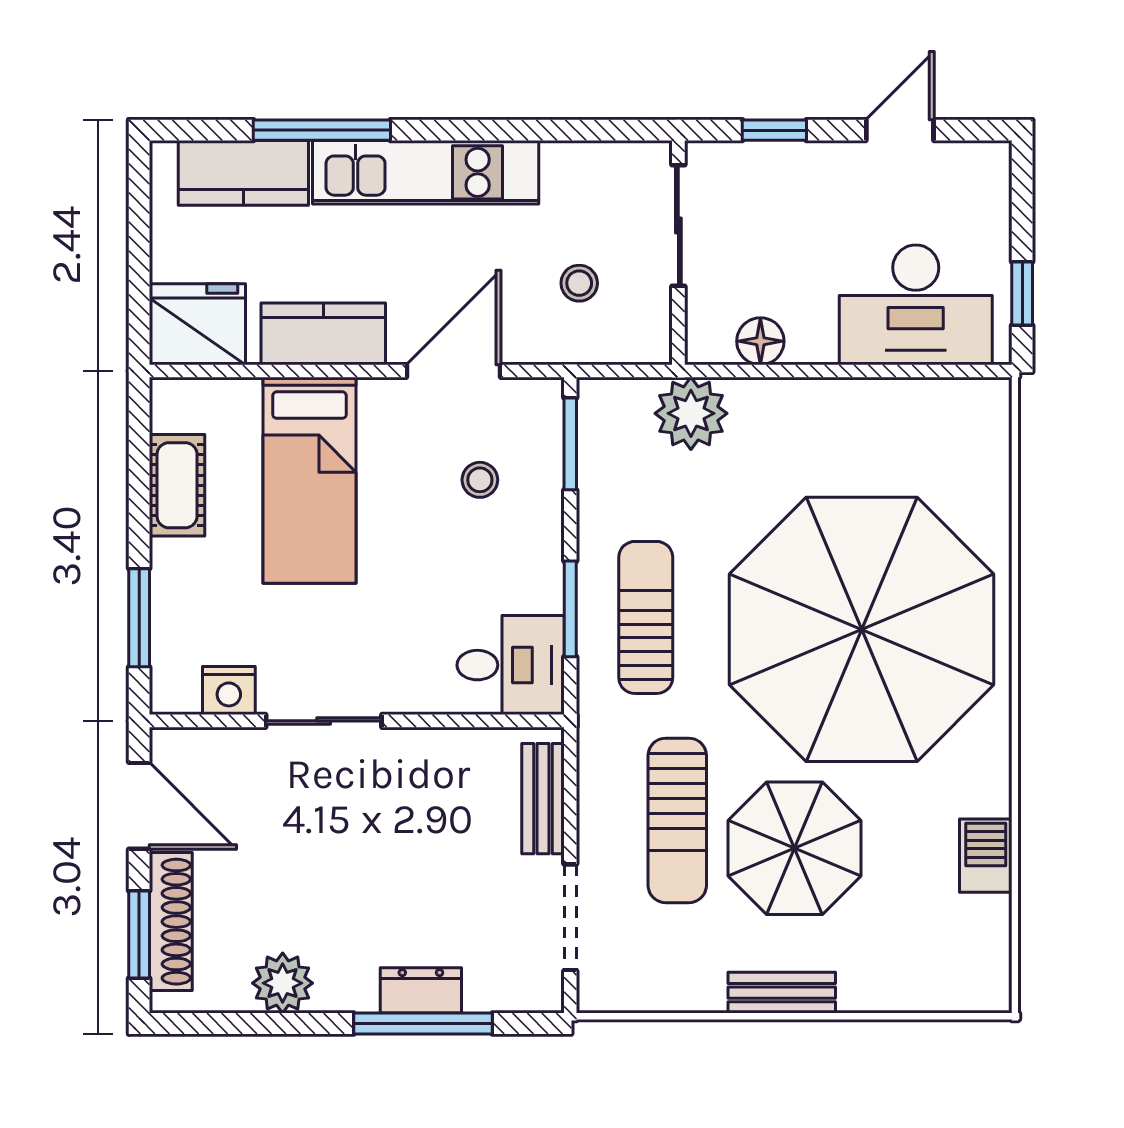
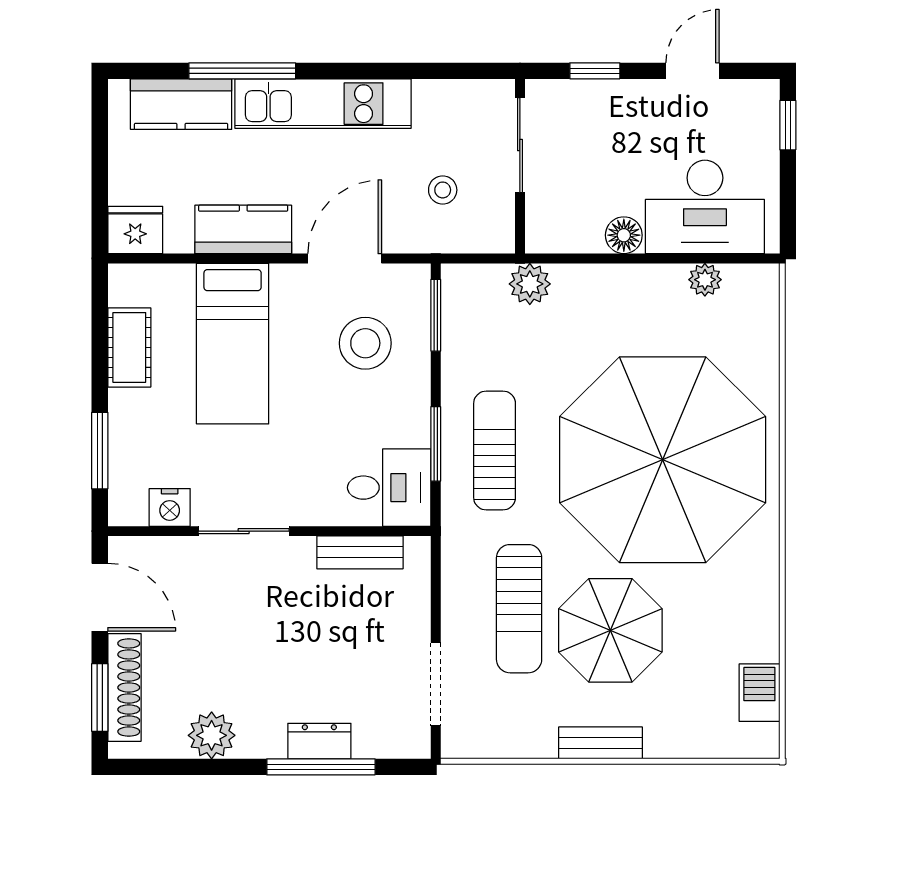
window: (1022, 294) -> (788, 125), moved
fridge: (197, 324) -> (135, 230), width x0.73, depth x0.75
floor lamp: (760, 341) -> (624, 235), moved
plant: (916, 398) -> (705, 280), added
plant: (691, 413) -> (530, 284), width x0.73, depth x0.73
stool: (480, 480) -> (365, 343), width x1.89, depth x1.89
bench: (543, 799) -> (360, 552), moved, turned 90
barbecue: (986, 856) -> (759, 693), moved

